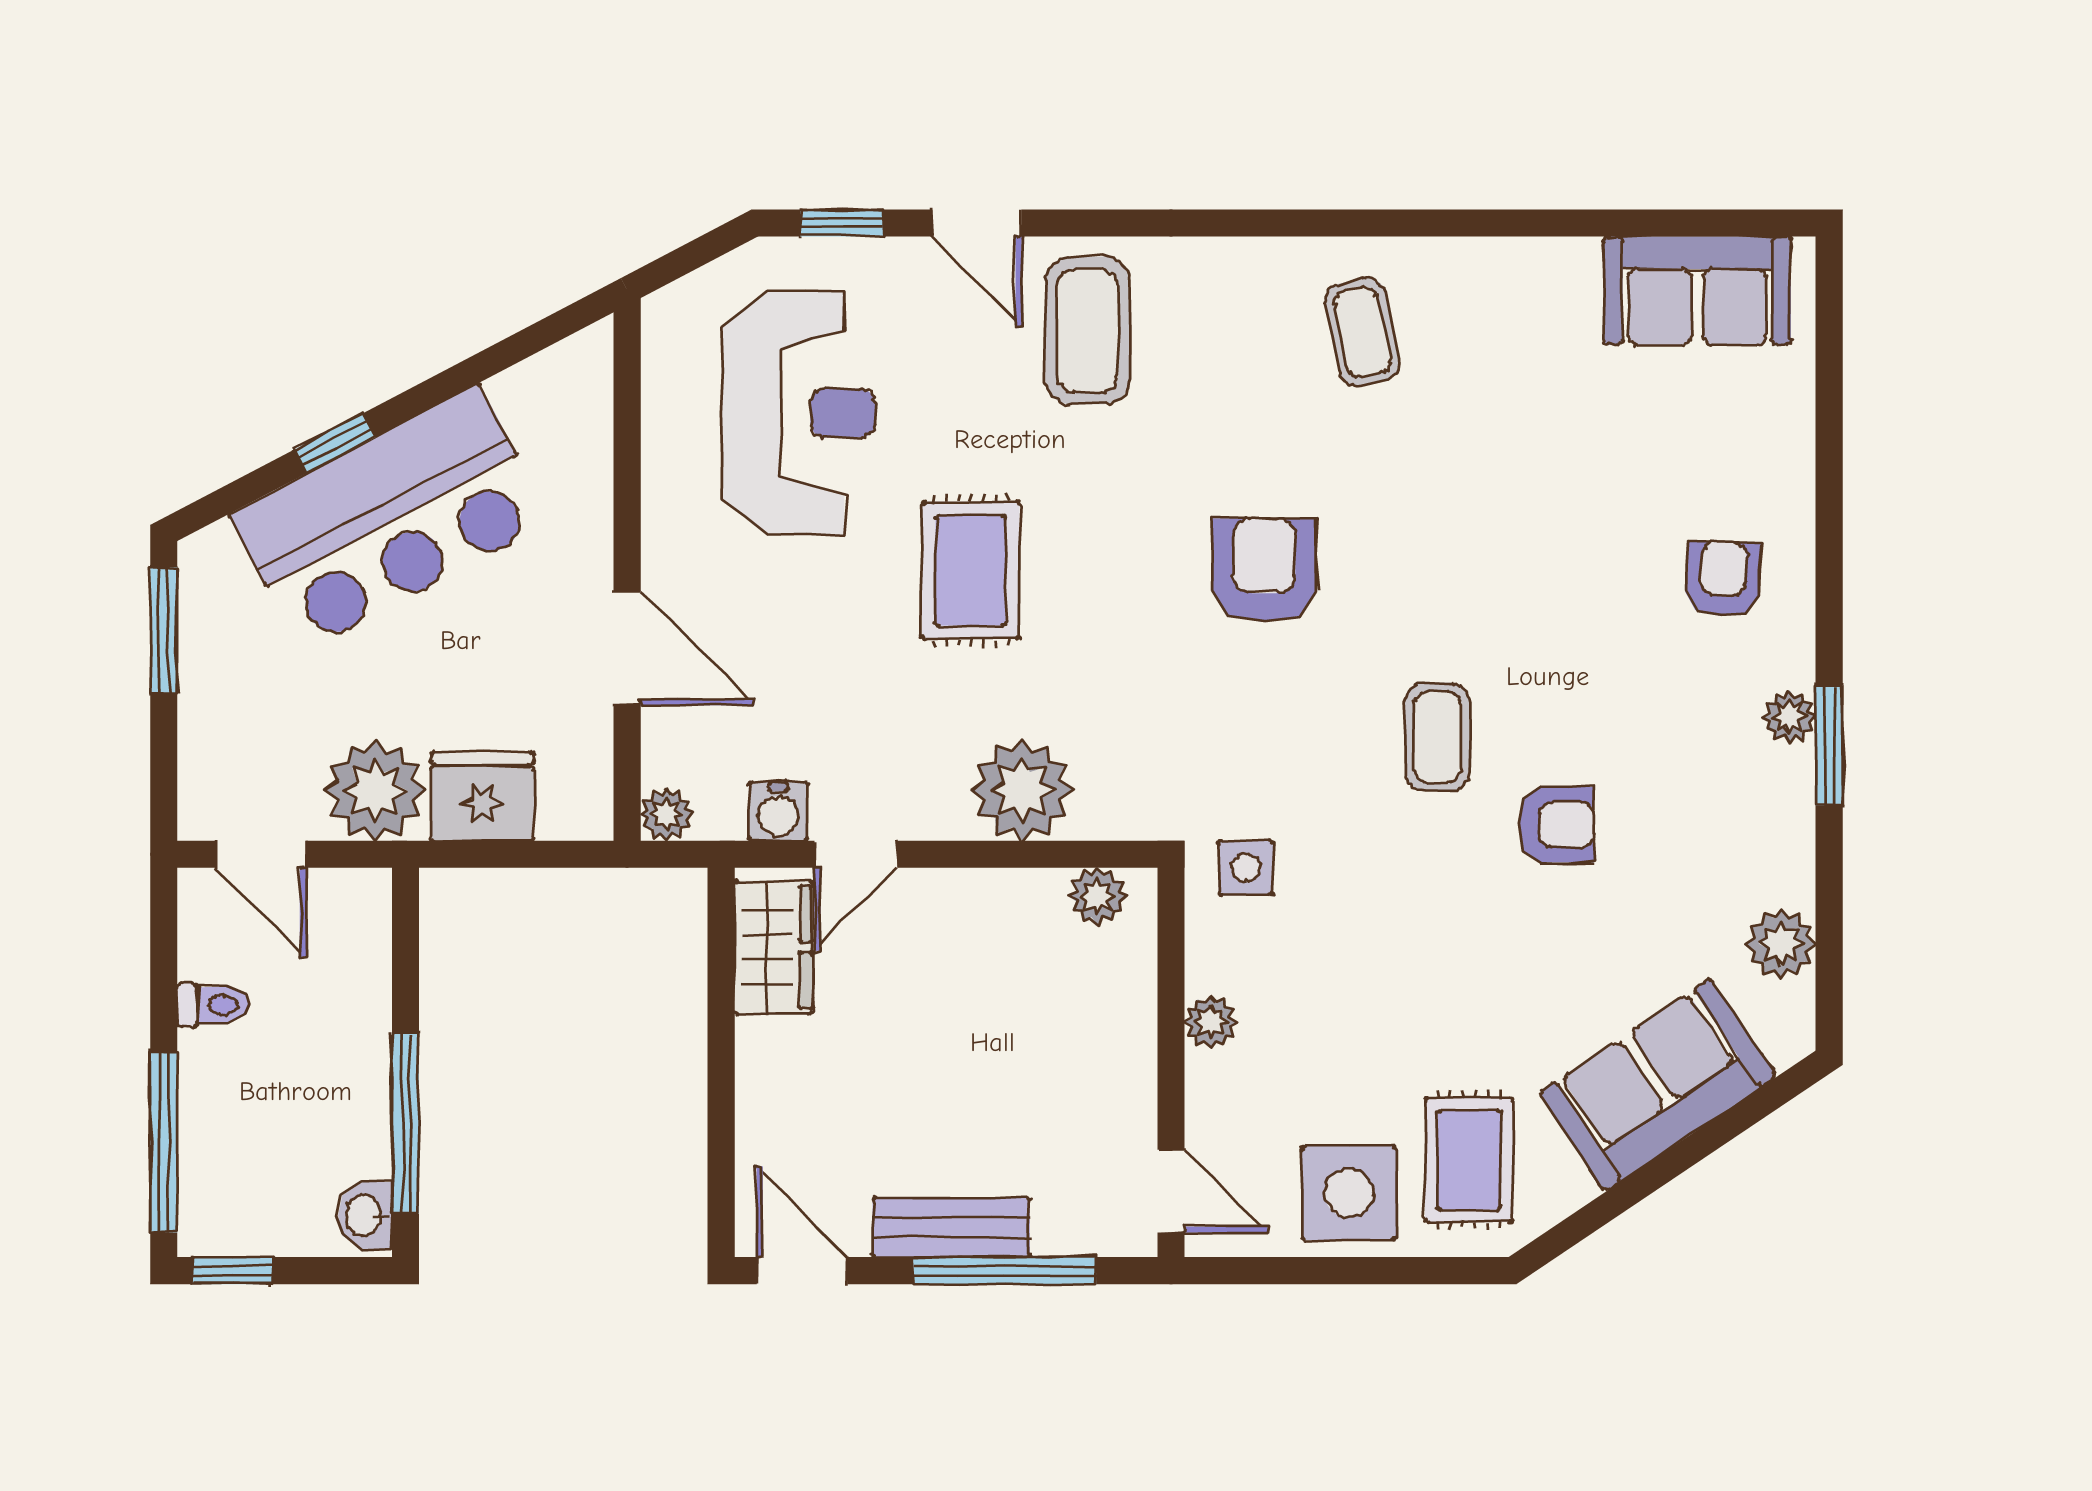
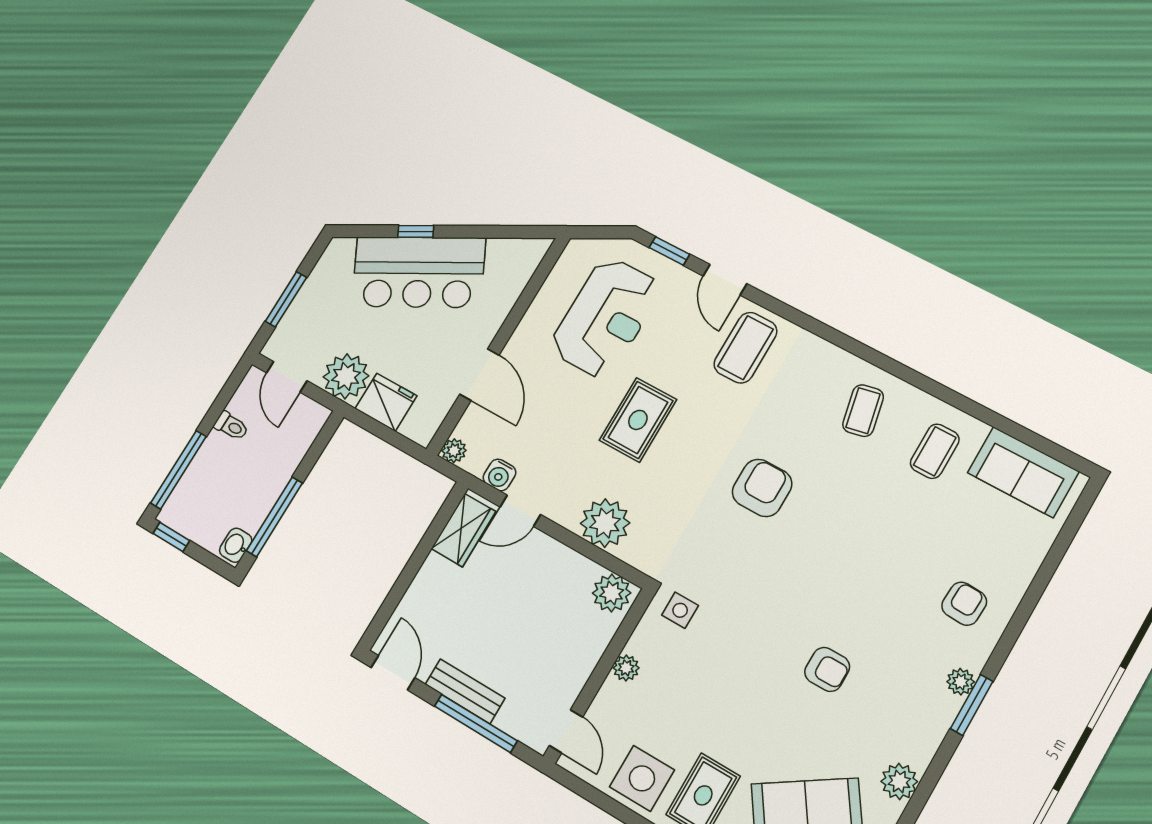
window: (164, 631) -> (286, 299), moved
coffee table: (1437, 737) -> (935, 451), moved
plant: (1097, 896) -> (612, 593), width x1.38, depth x1.38

